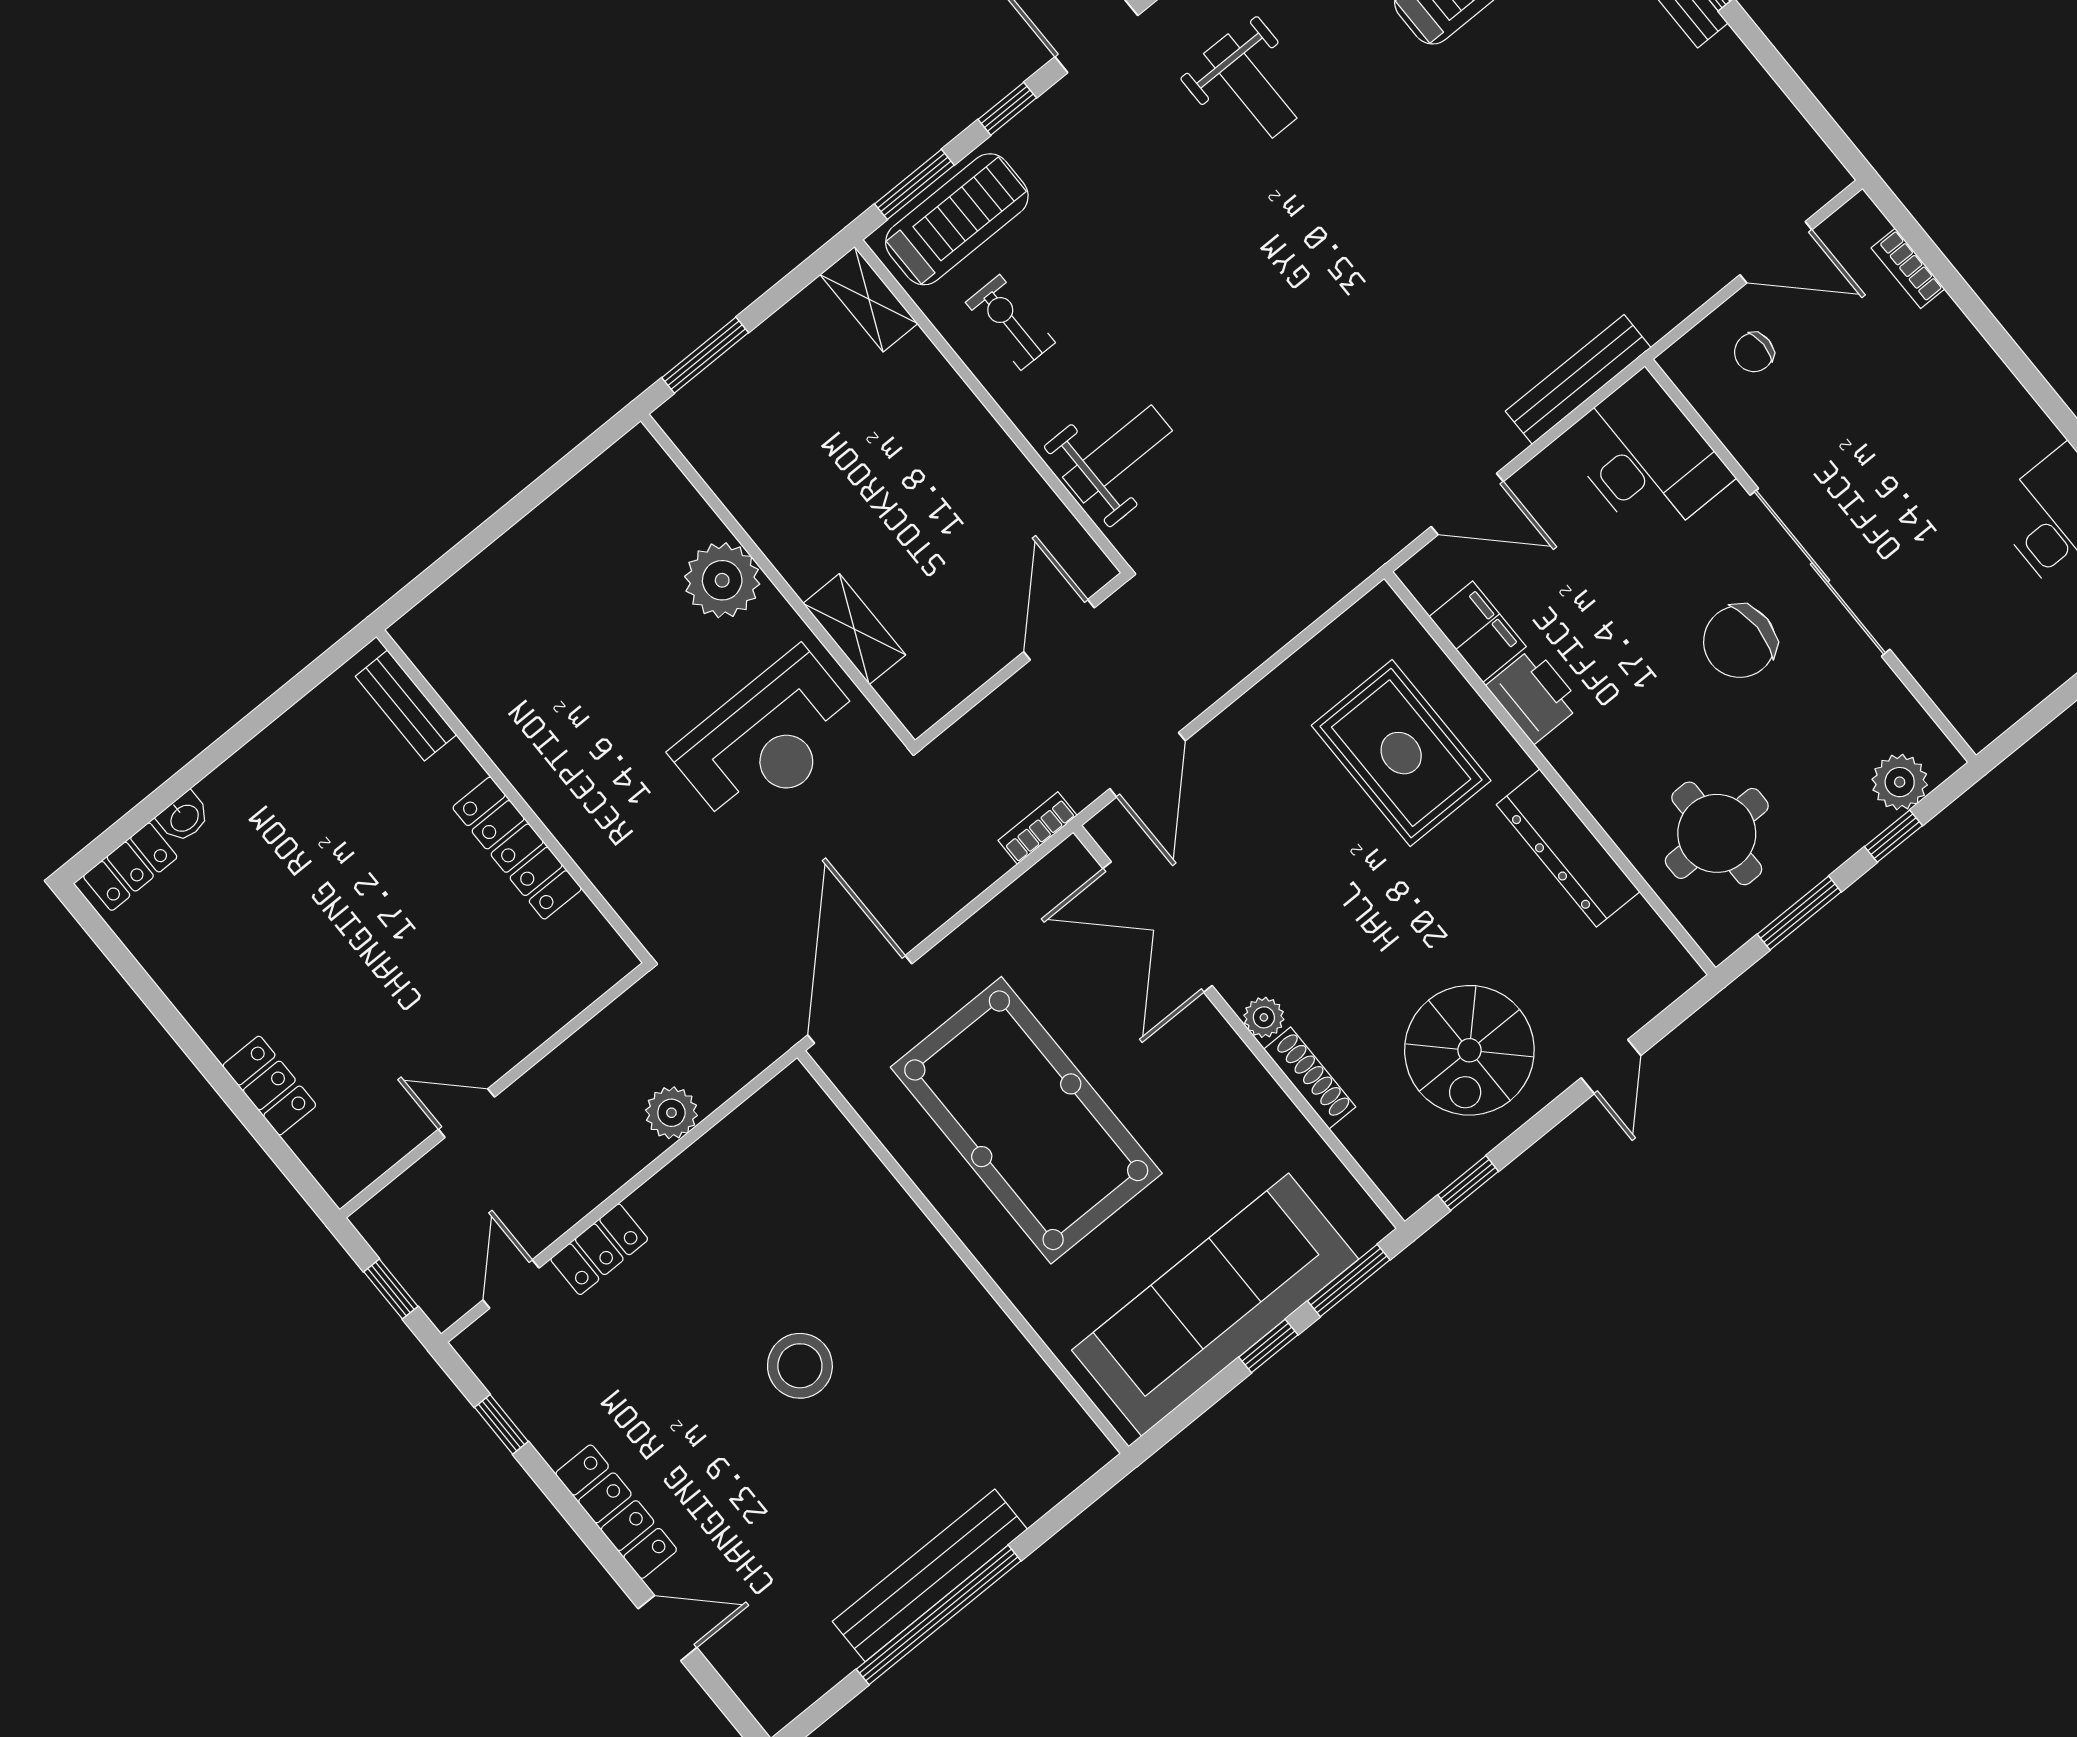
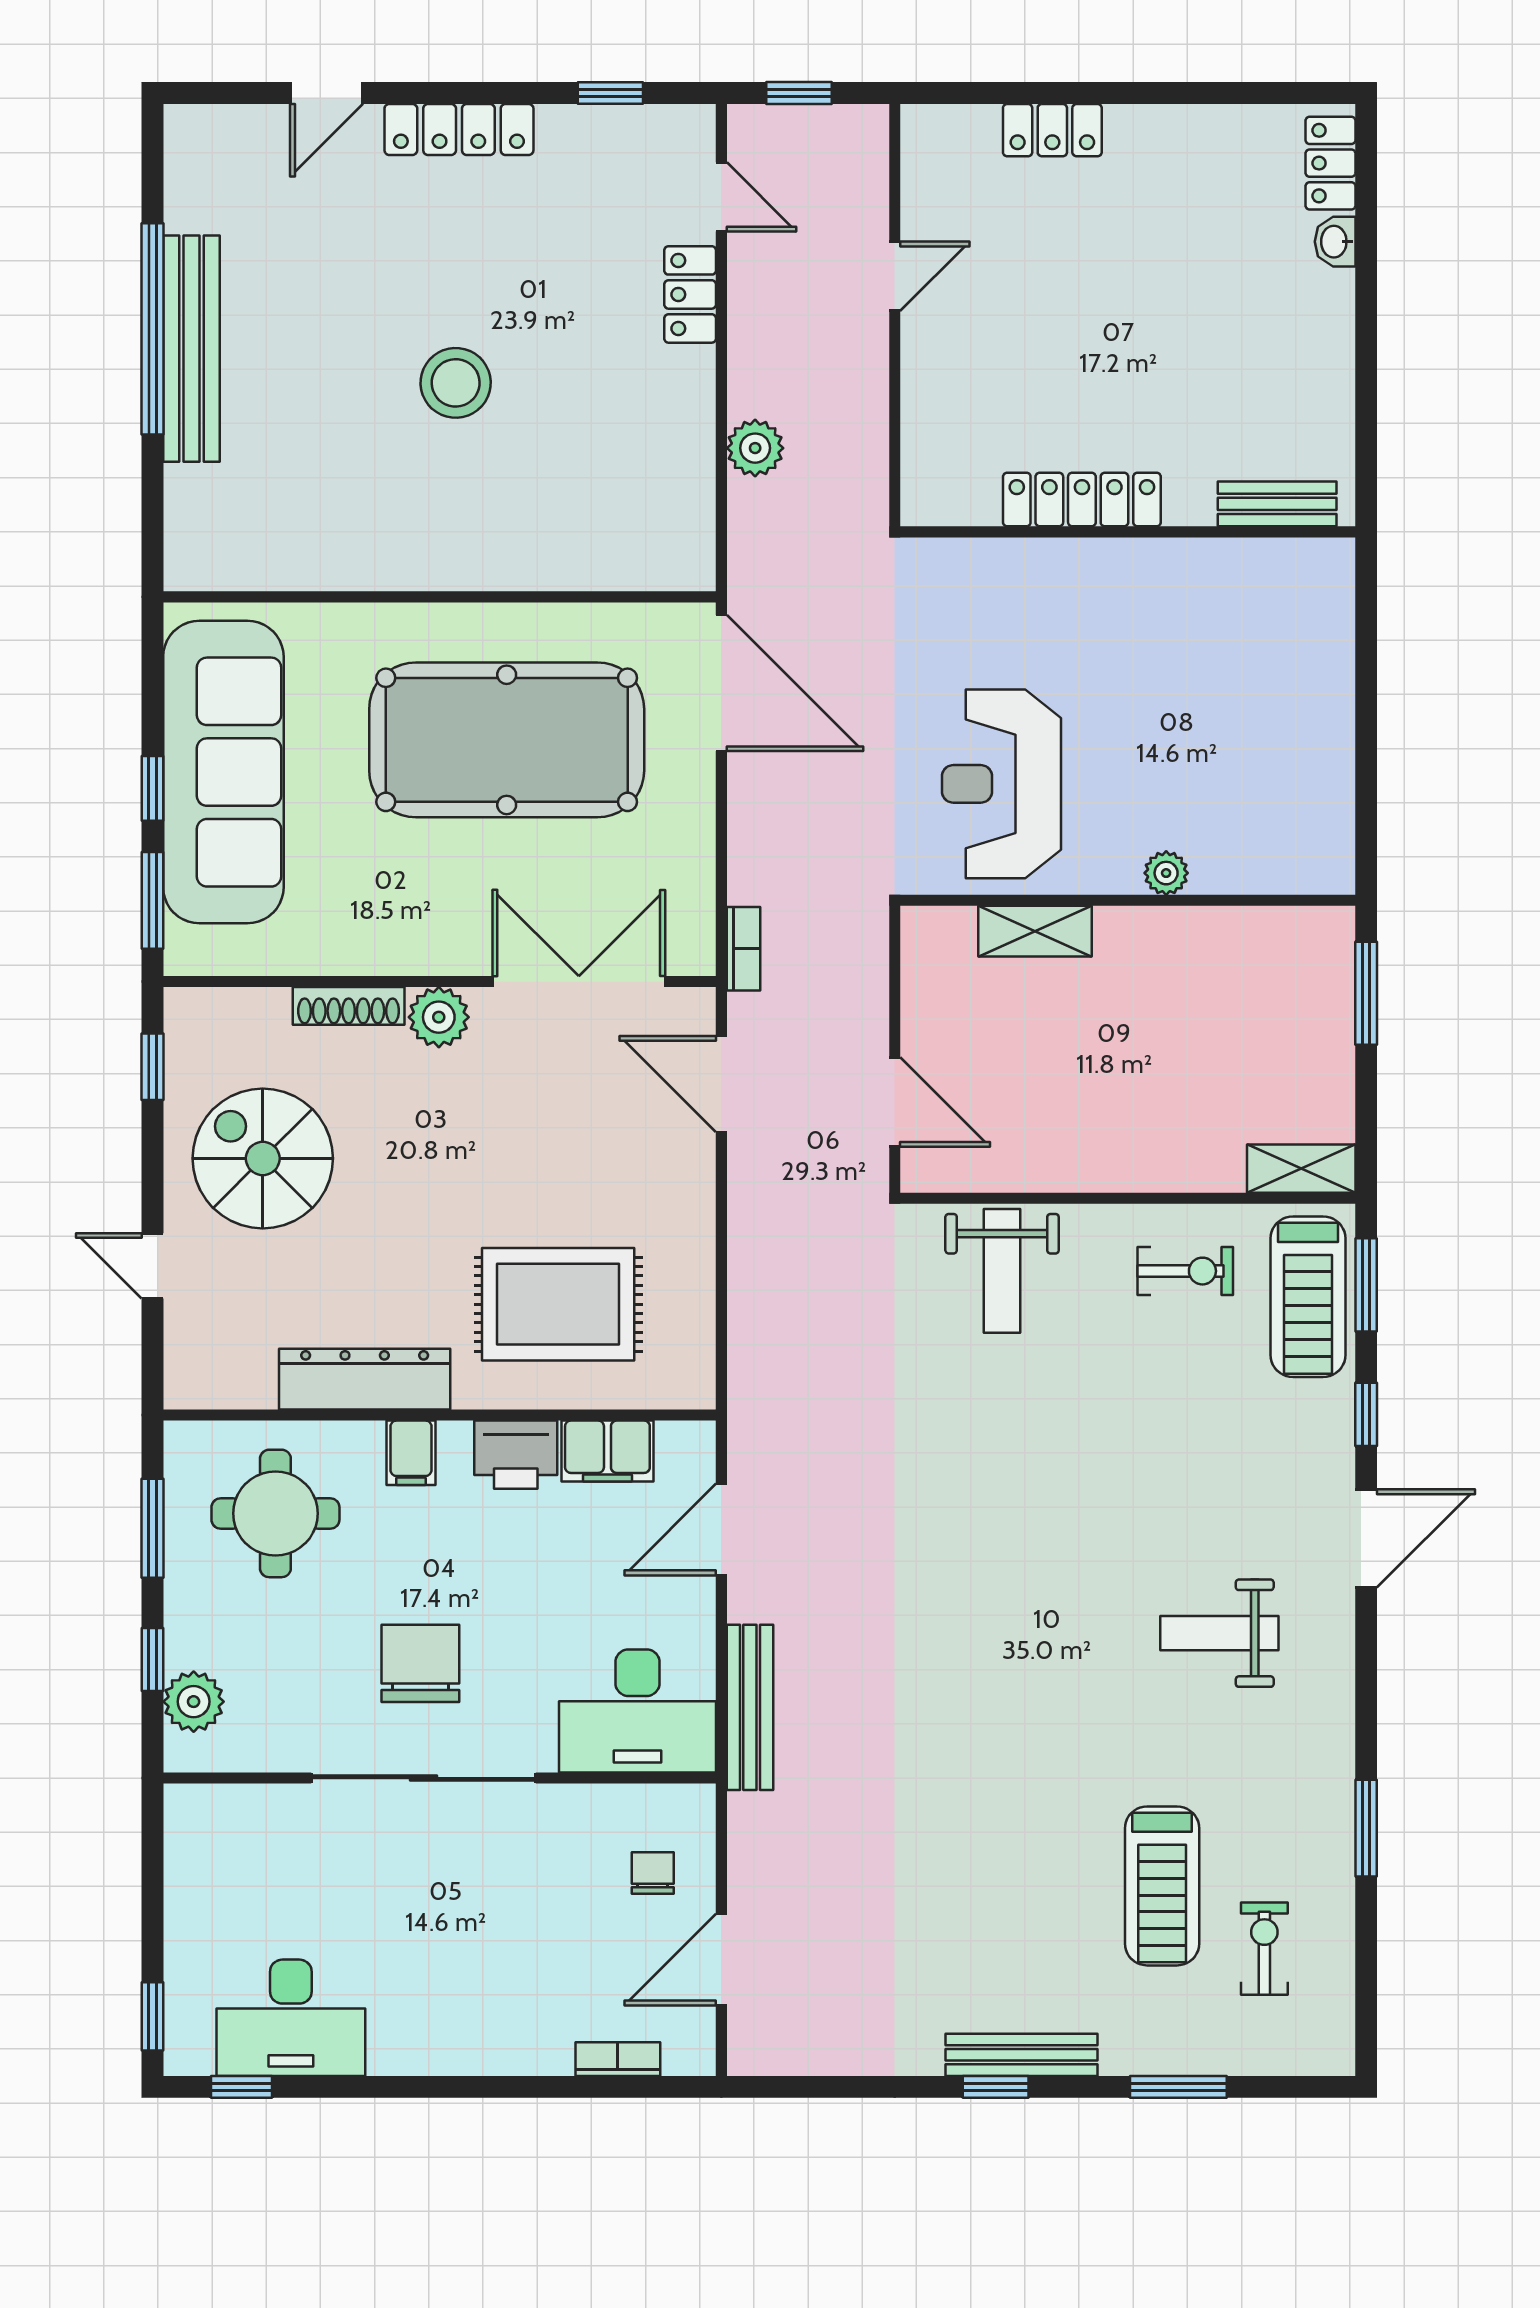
plant: (722, 580) -> (1166, 873), width x0.53, depth x0.53
filing cabinet: (1594, 772) -> (411, 1453), added
plant: (1264, 1017) -> (439, 1017), width x1.38, depth x1.38

